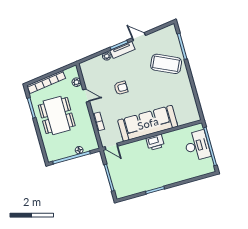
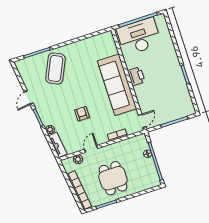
tv unit: (122, 50) -> (58, 145), moved
dining table: (57, 115) -> (113, 178), width x0.73
desk: (197, 146) -> (139, 36), width x1.36, depth x1.30

